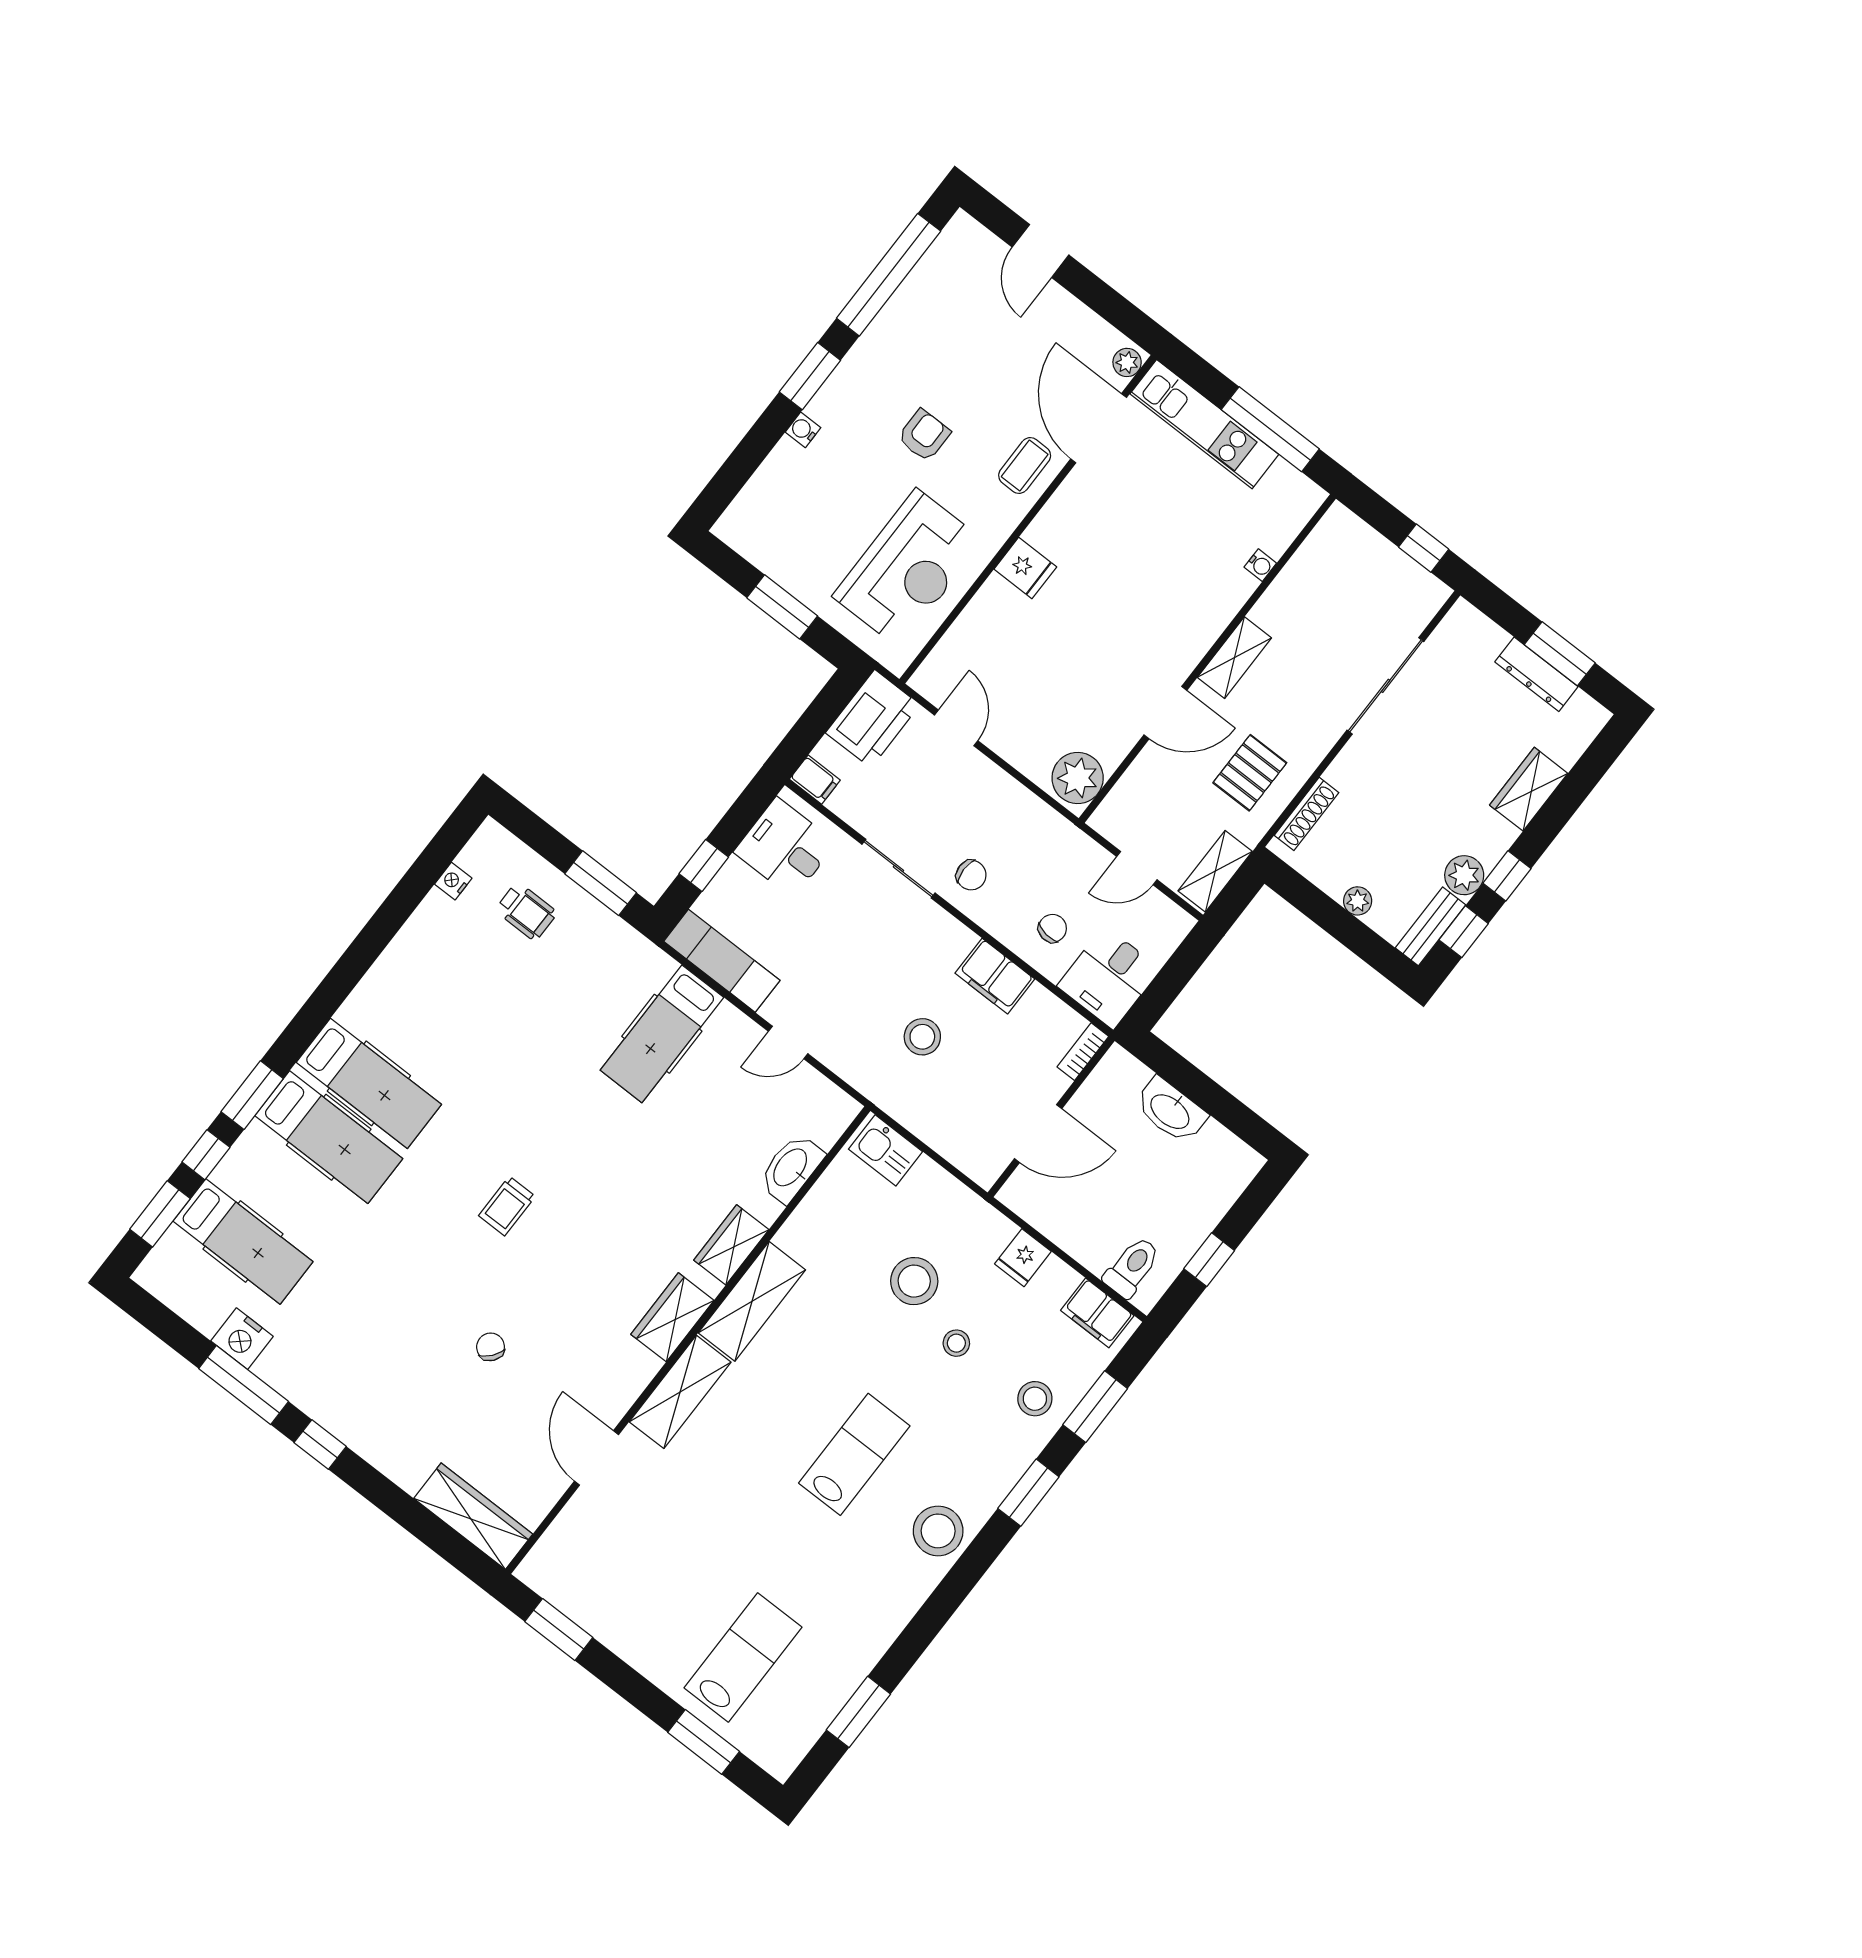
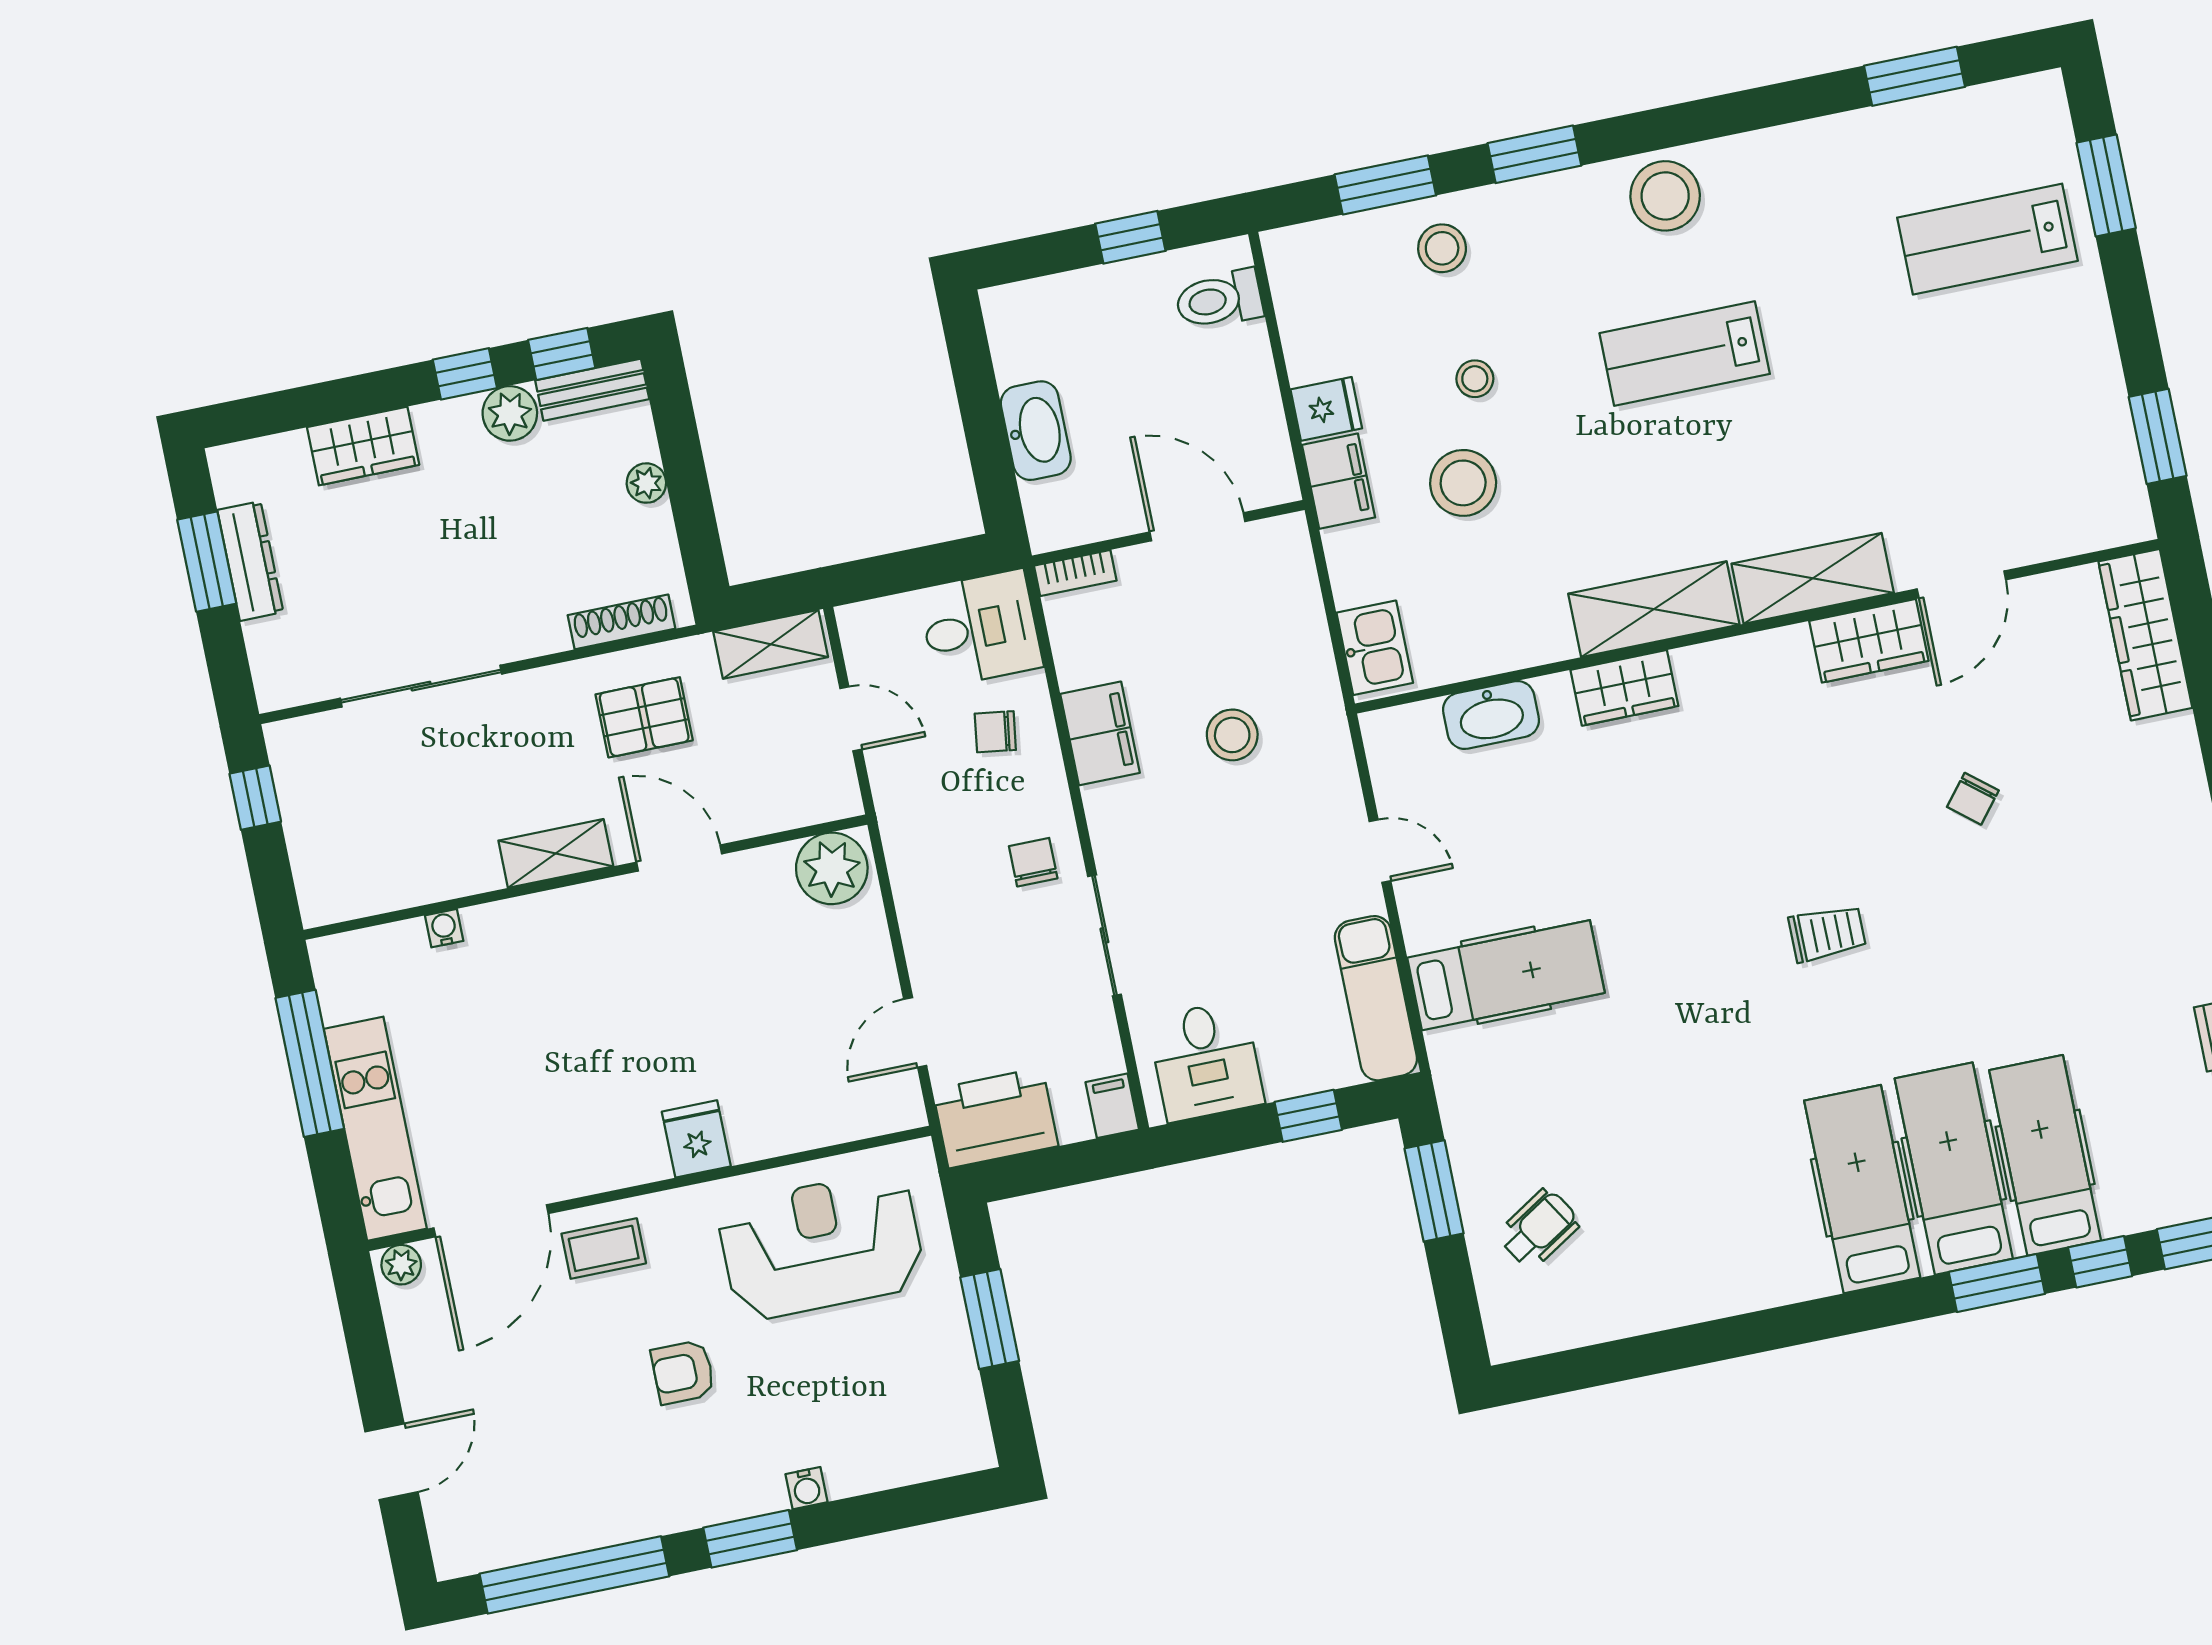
nightstand: (453, 881) -> (1589, 1327), removed
wheelchair: (526, 911) -> (1539, 1229), turned 58
hospital bed: (243, 1241) -> (2045, 1155), moved
filing cabinet: (1097, 1313) -> (1338, 481), moved
wardrobe: (672, 1317) -> (1869, 641), moved

